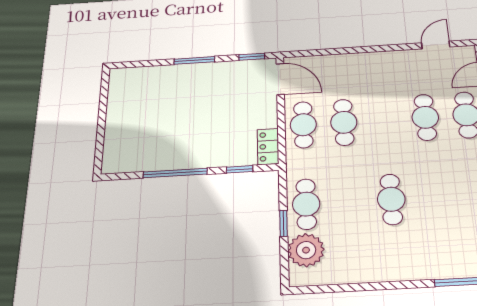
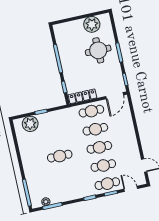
round table: (179, 96) -> (98, 50), added
plant: (123, 101) -> (92, 24), added
locker: (268, 147) -> (82, 96), width x1.53
cafe table: (306, 204) -> (99, 147), moved

